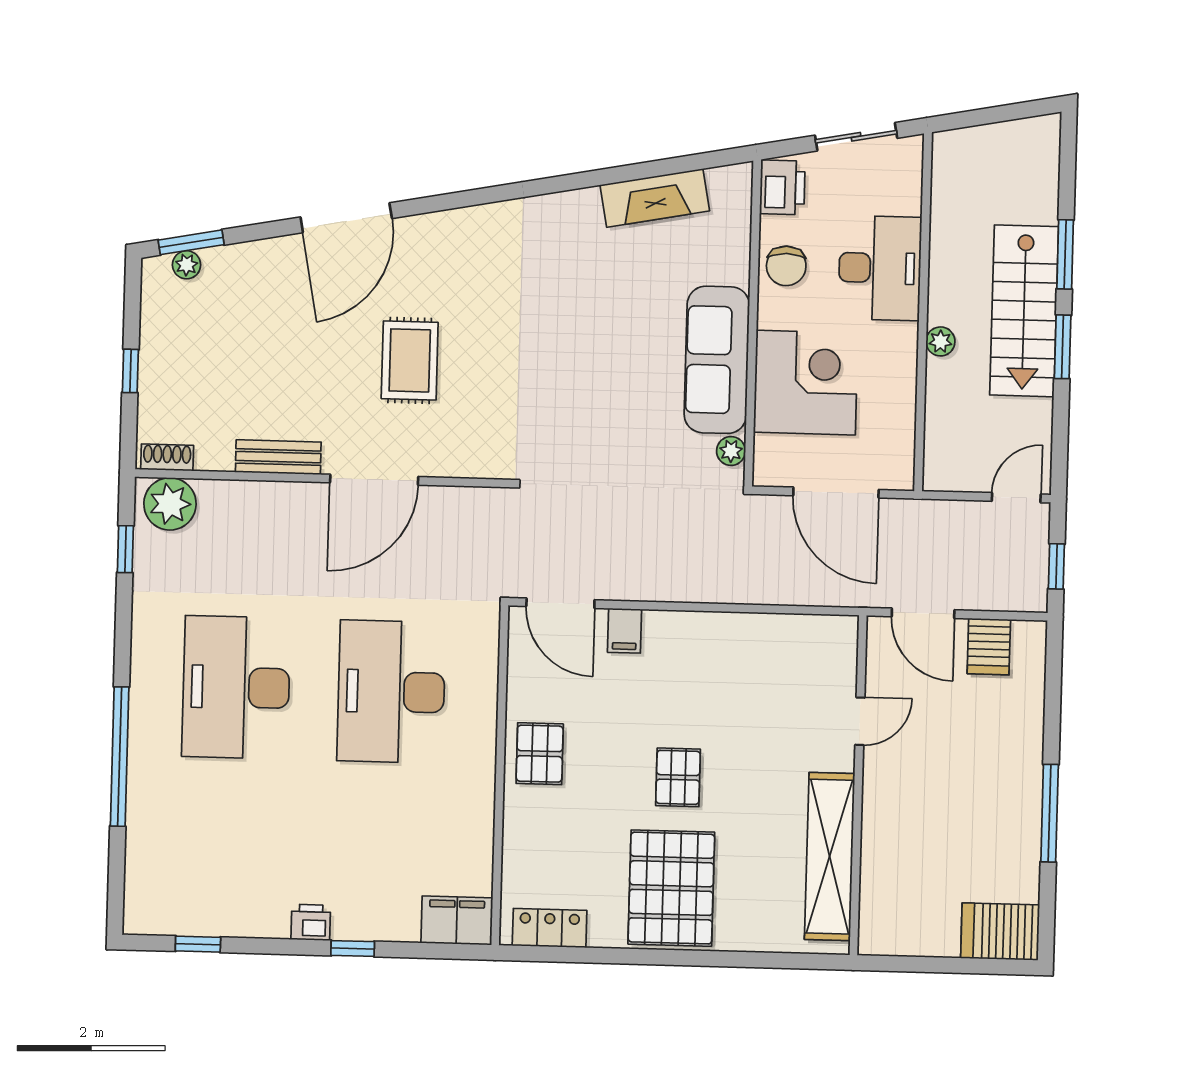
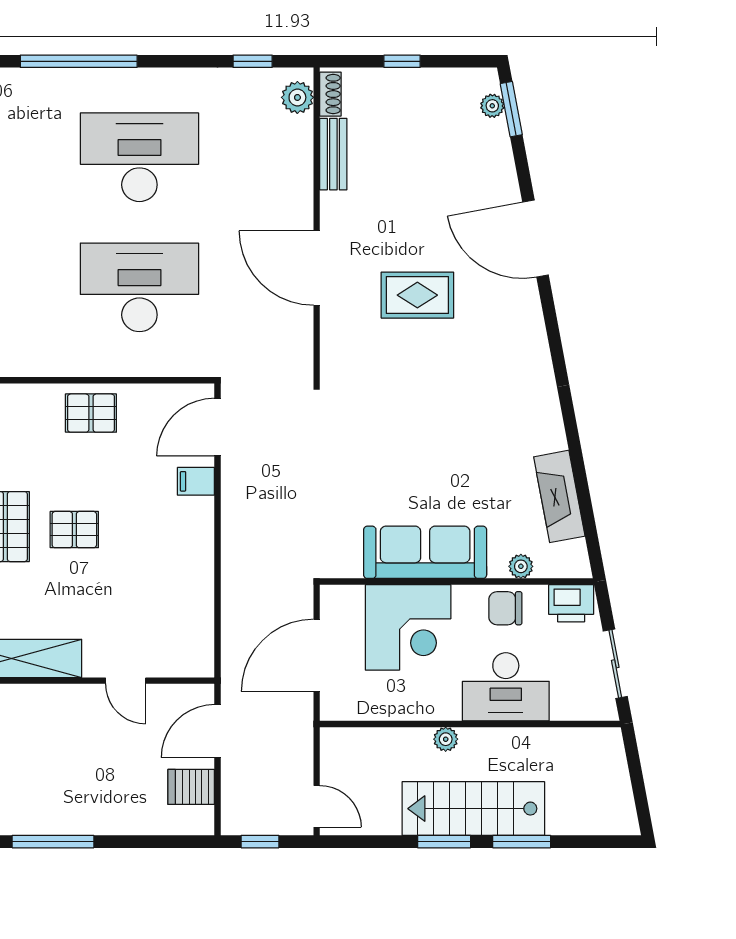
plant: (731, 451) -> (521, 566), moved
bench: (278, 457) -> (333, 154), moved
plant: (170, 504) -> (297, 97), width x0.73, depth x0.73

